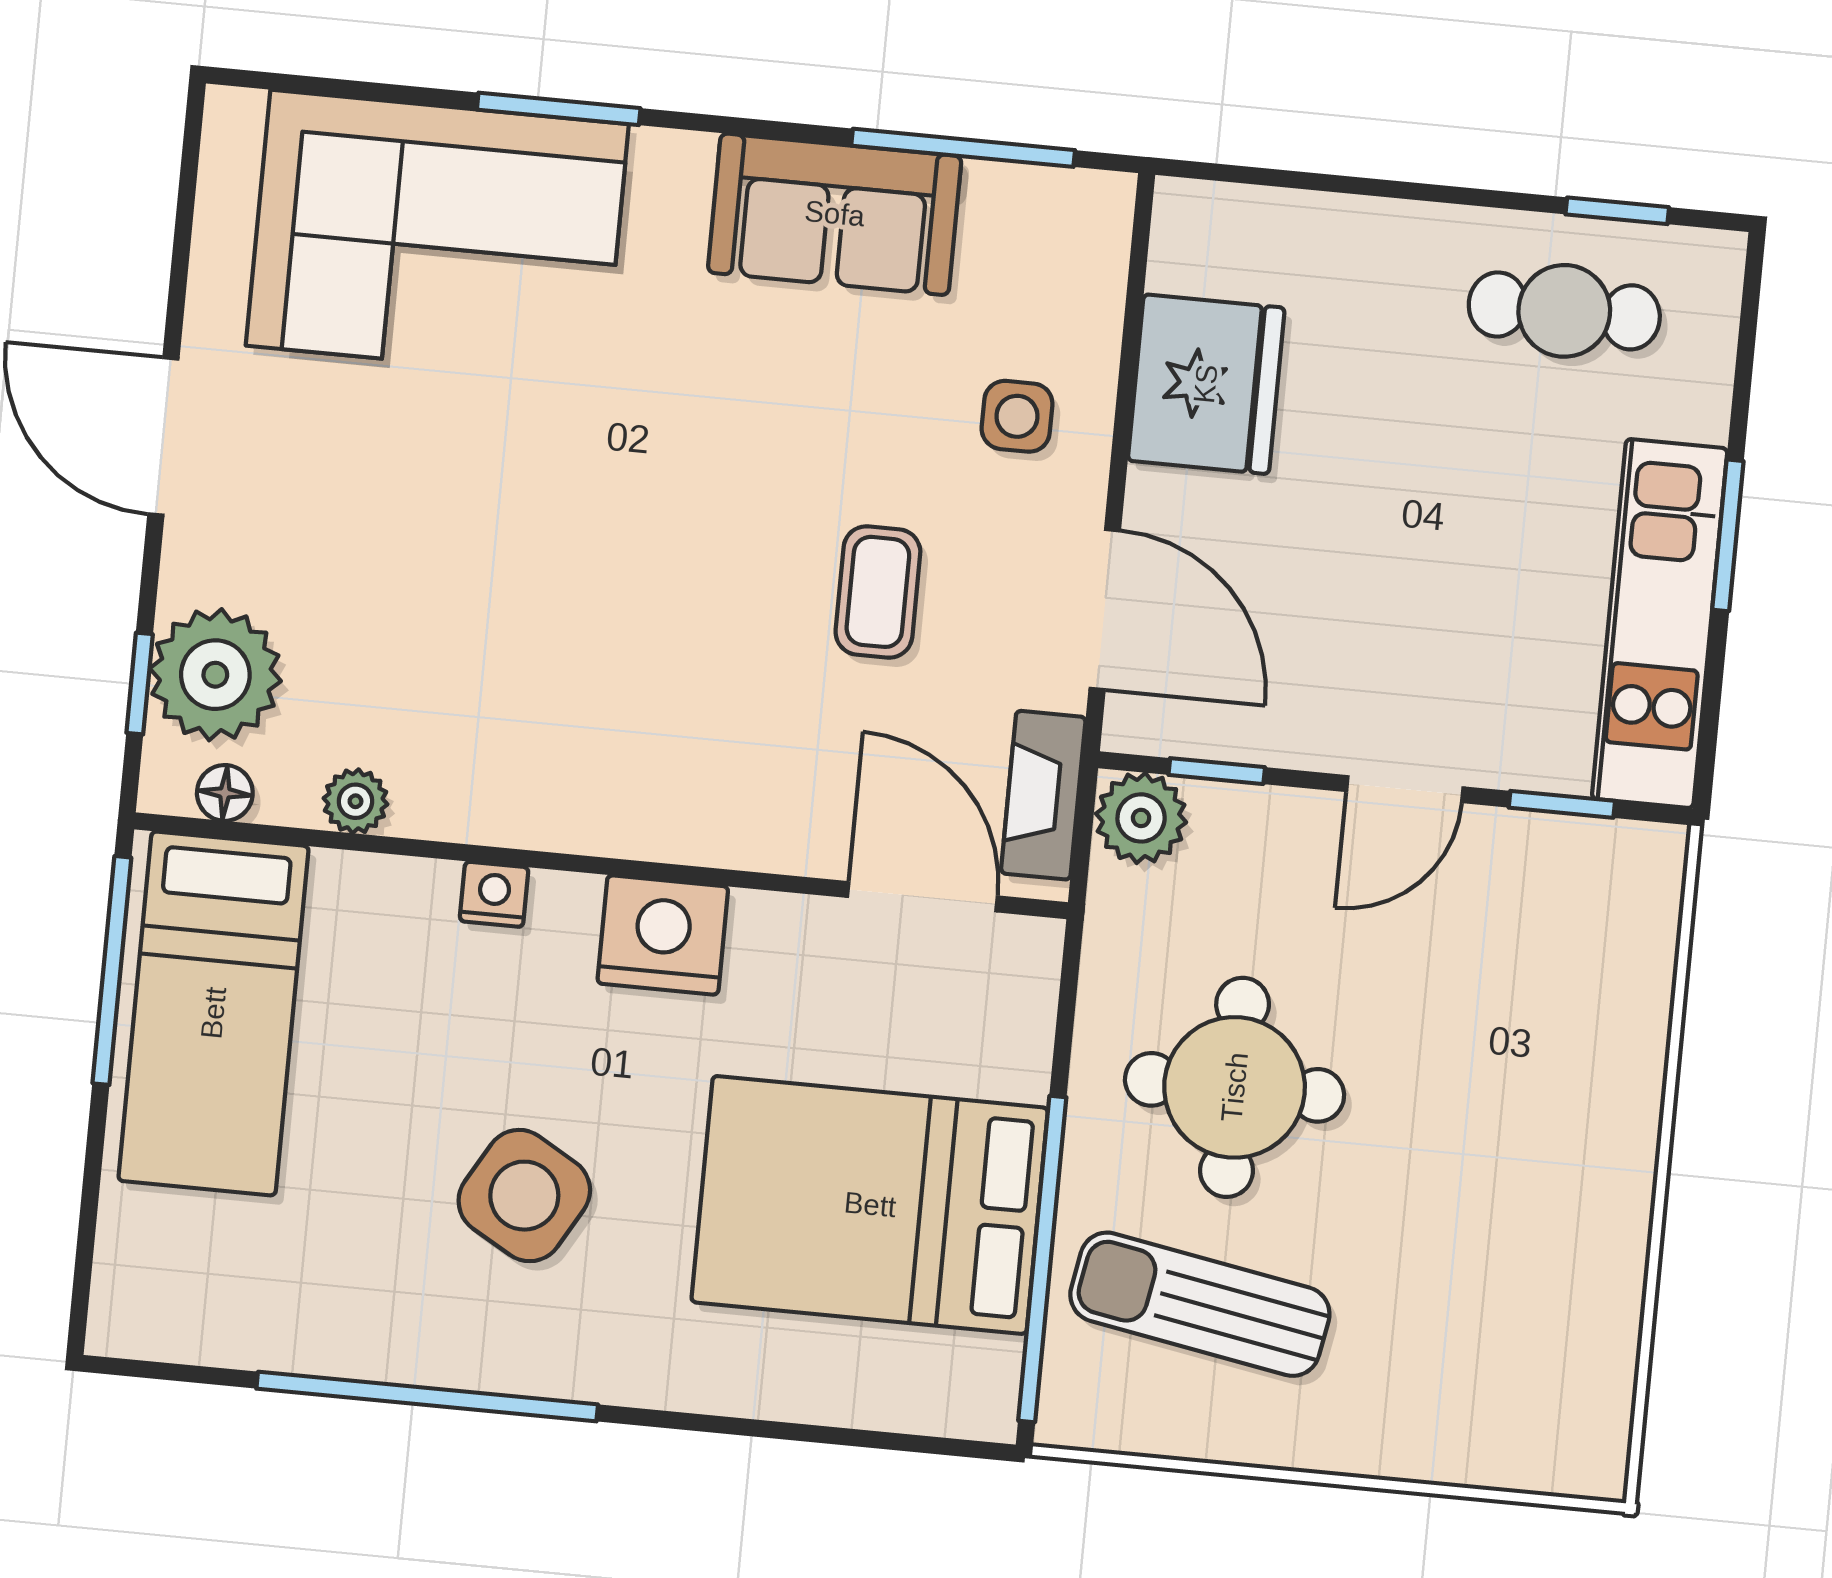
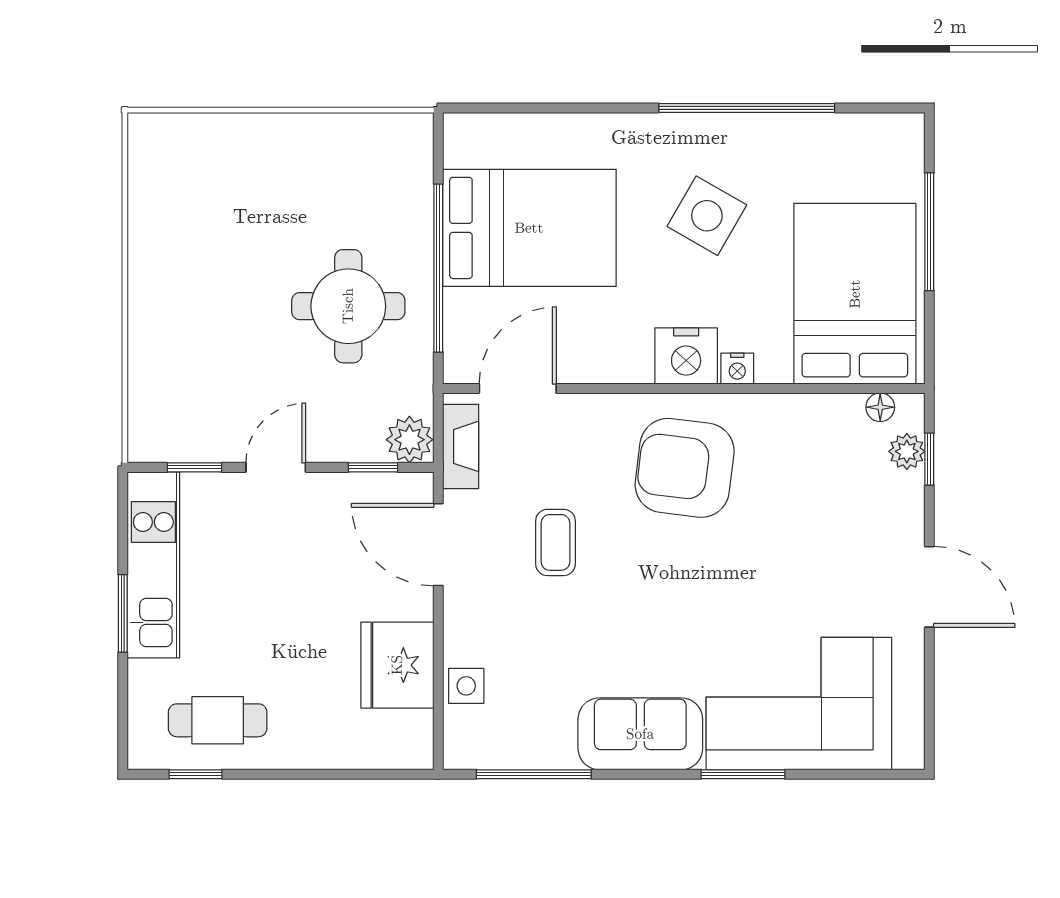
sofa: (835, 214) -> (640, 734), moved
side table: (1017, 416) -> (466, 686), moved
plant: (215, 675) -> (907, 451), width x0.53, depth x0.53
armchair: (614, 712) -> (685, 468), added
plant: (355, 801) -> (813, 409), removed
door: (922, 897) -> (518, 388), swing flipped
nightstand: (663, 935) -> (686, 356), moved
window: (112, 970) -> (929, 232), moved
bed: (214, 1013) -> (855, 294), width x1.50
window: (1042, 1259) -> (438, 268), moved
sun lounger: (1200, 1304) -> (355, 193), removed

